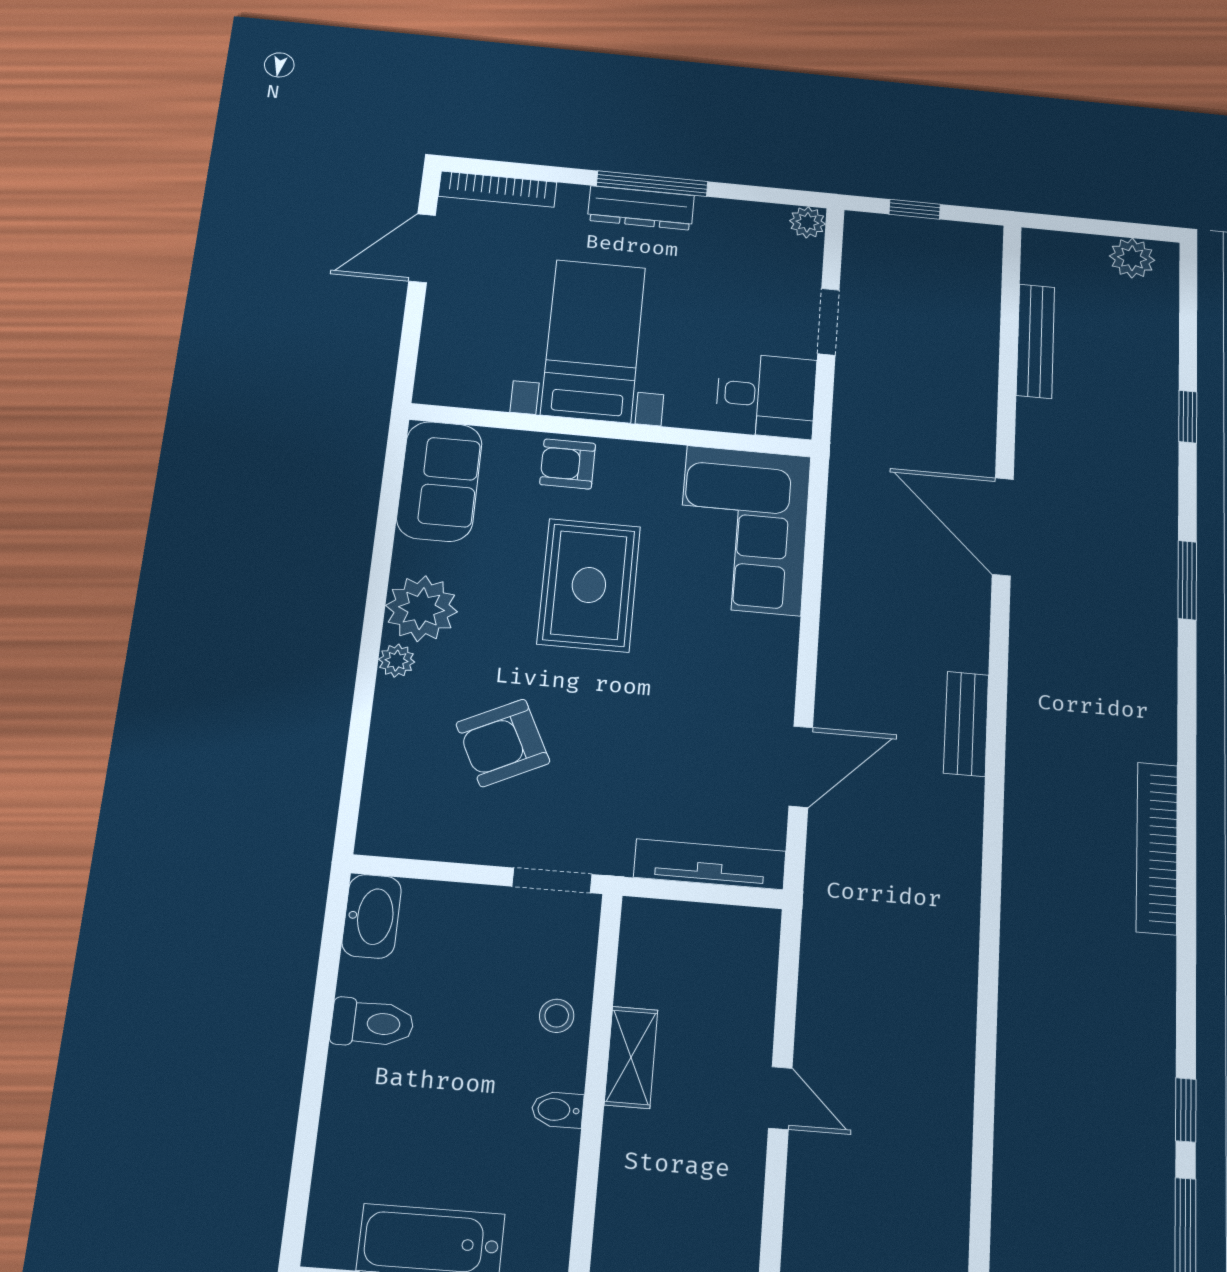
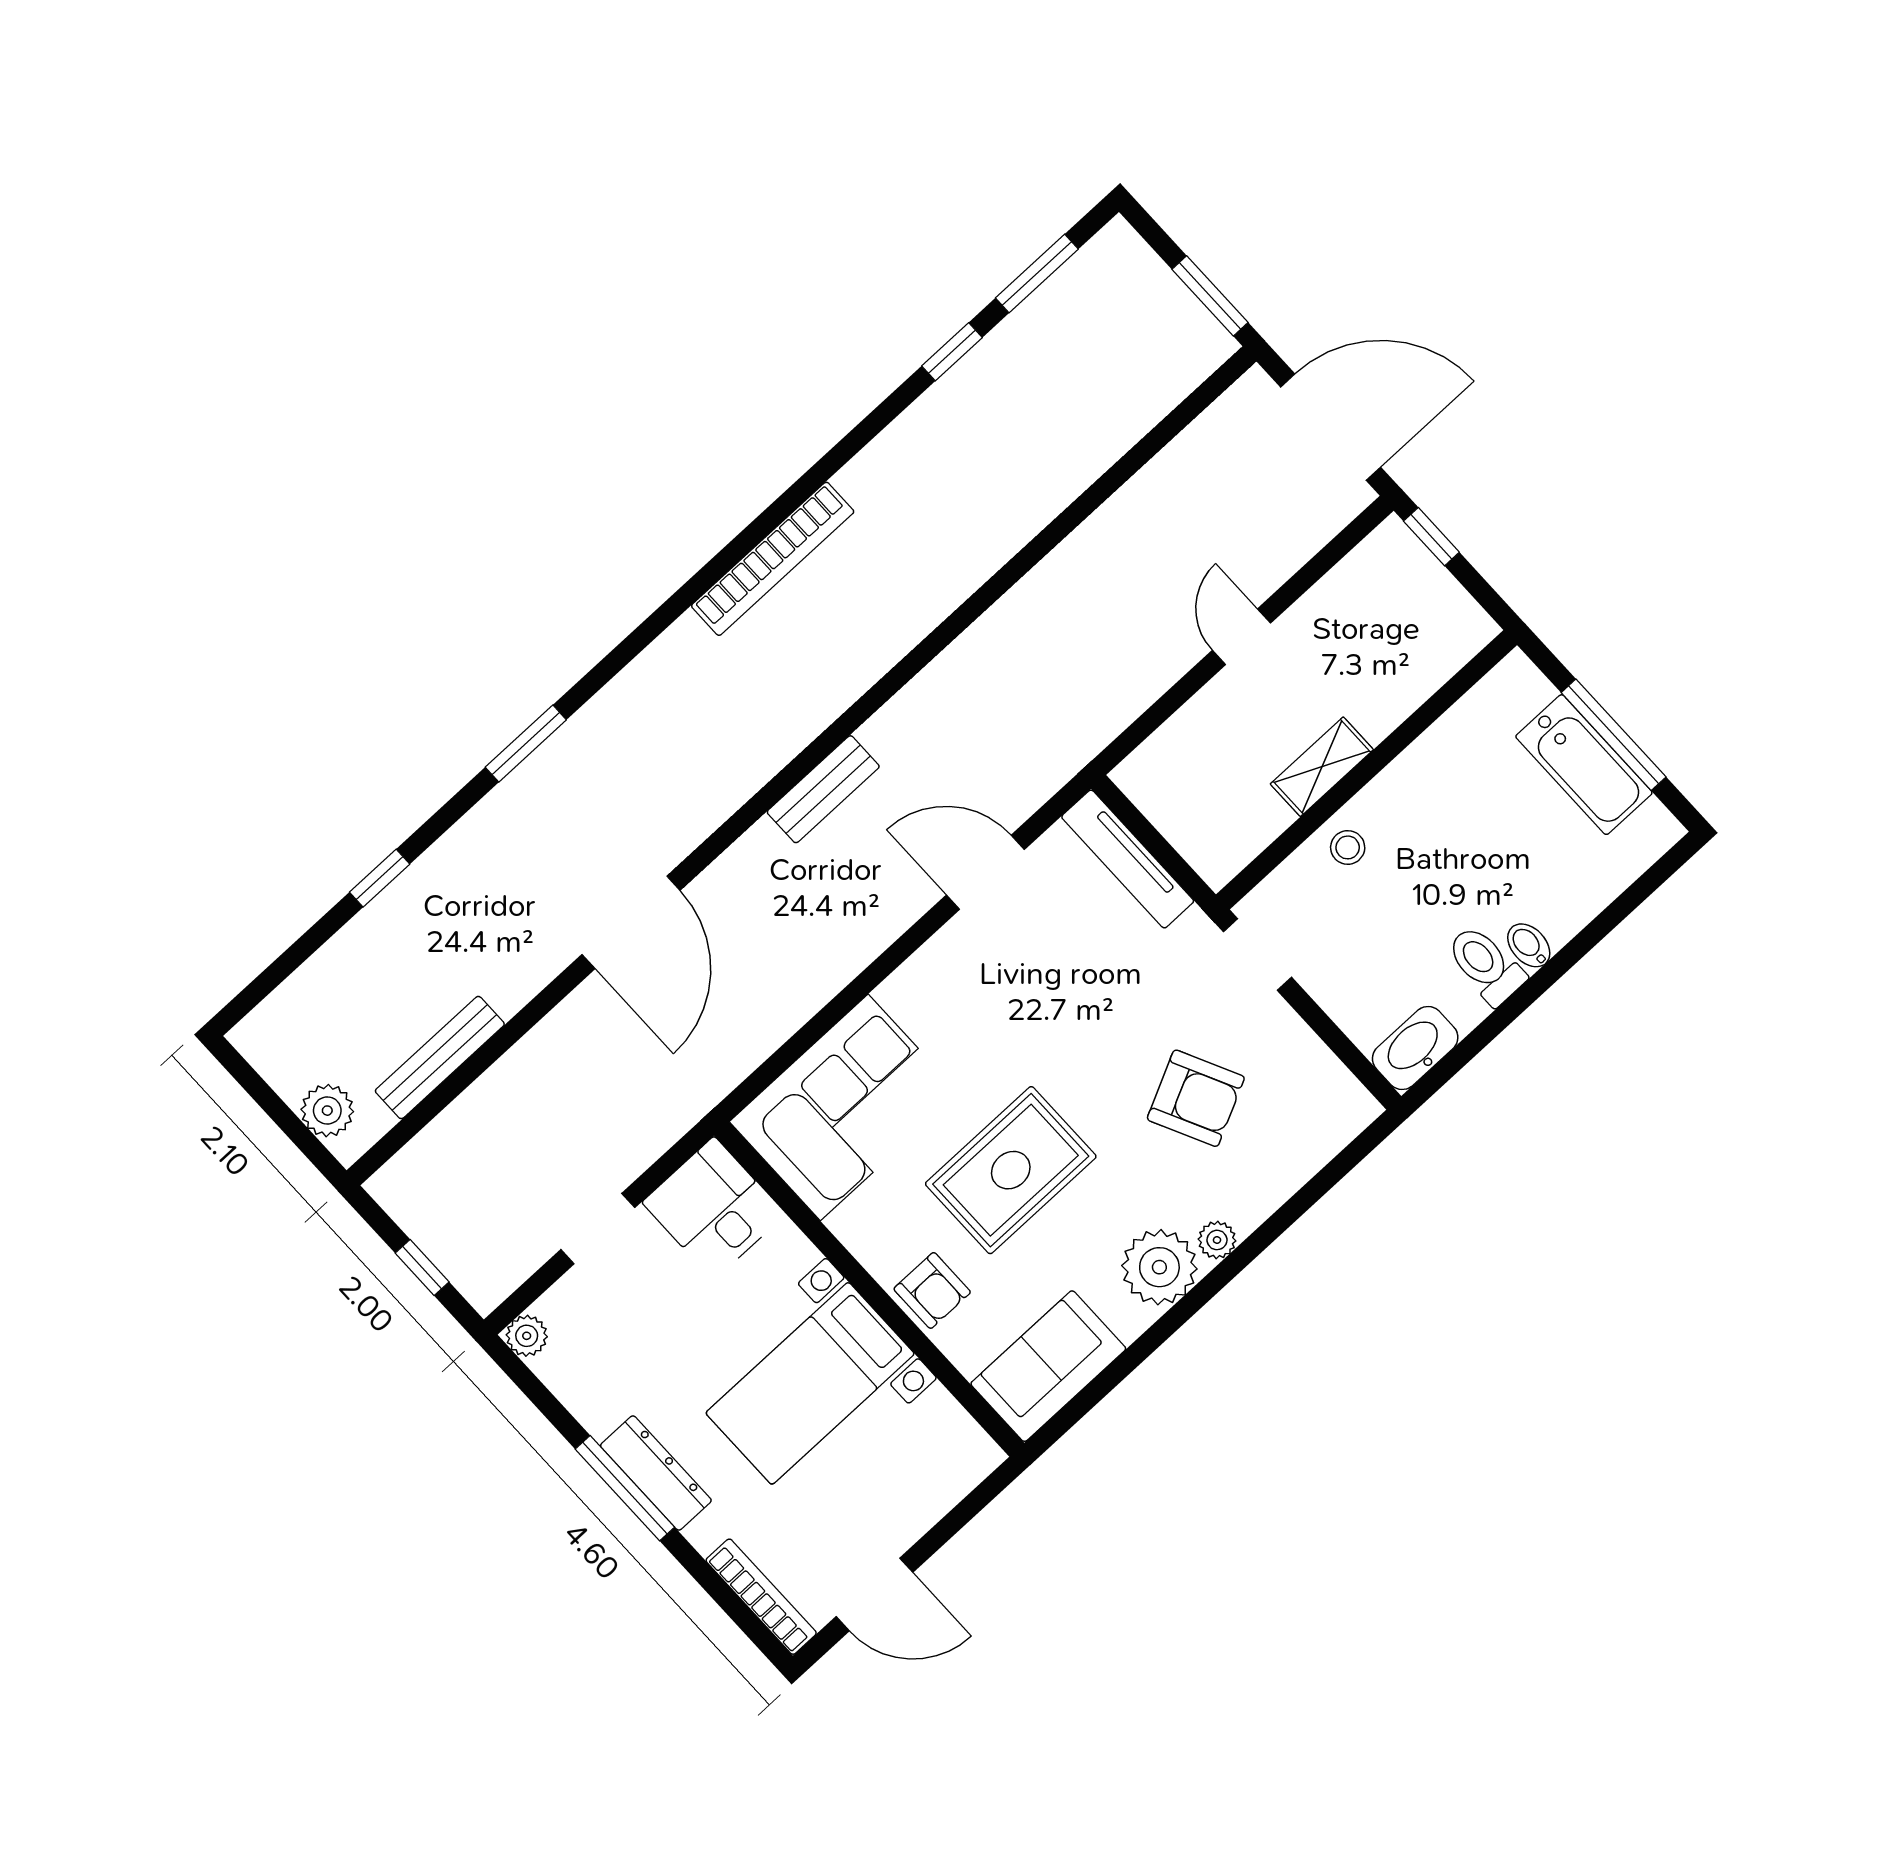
plant: (1132, 258) -> (327, 1111), moved
bidet: (557, 1110) -> (1529, 945), moved, turned 180

